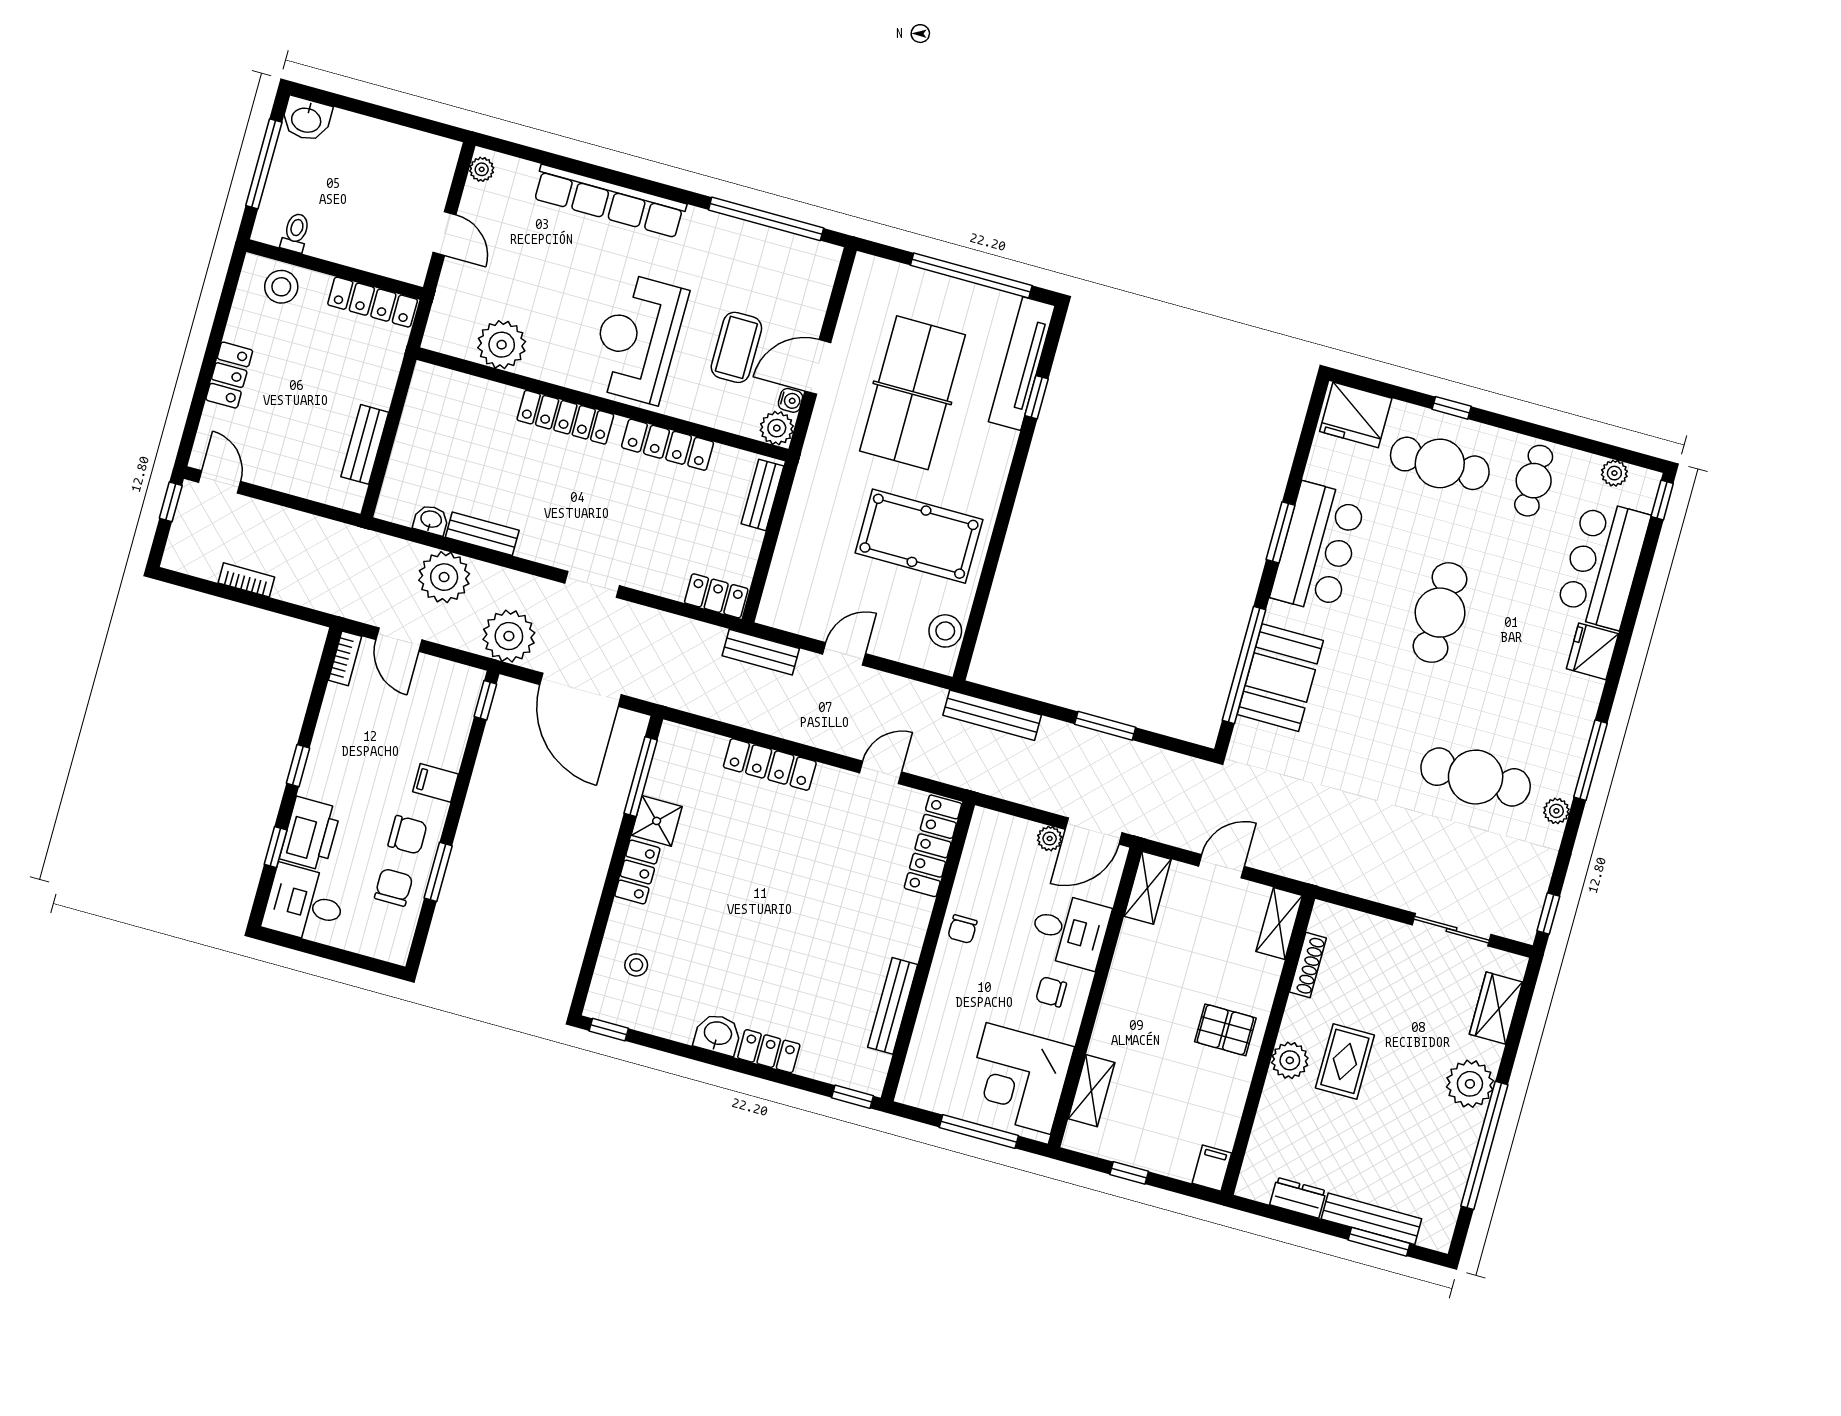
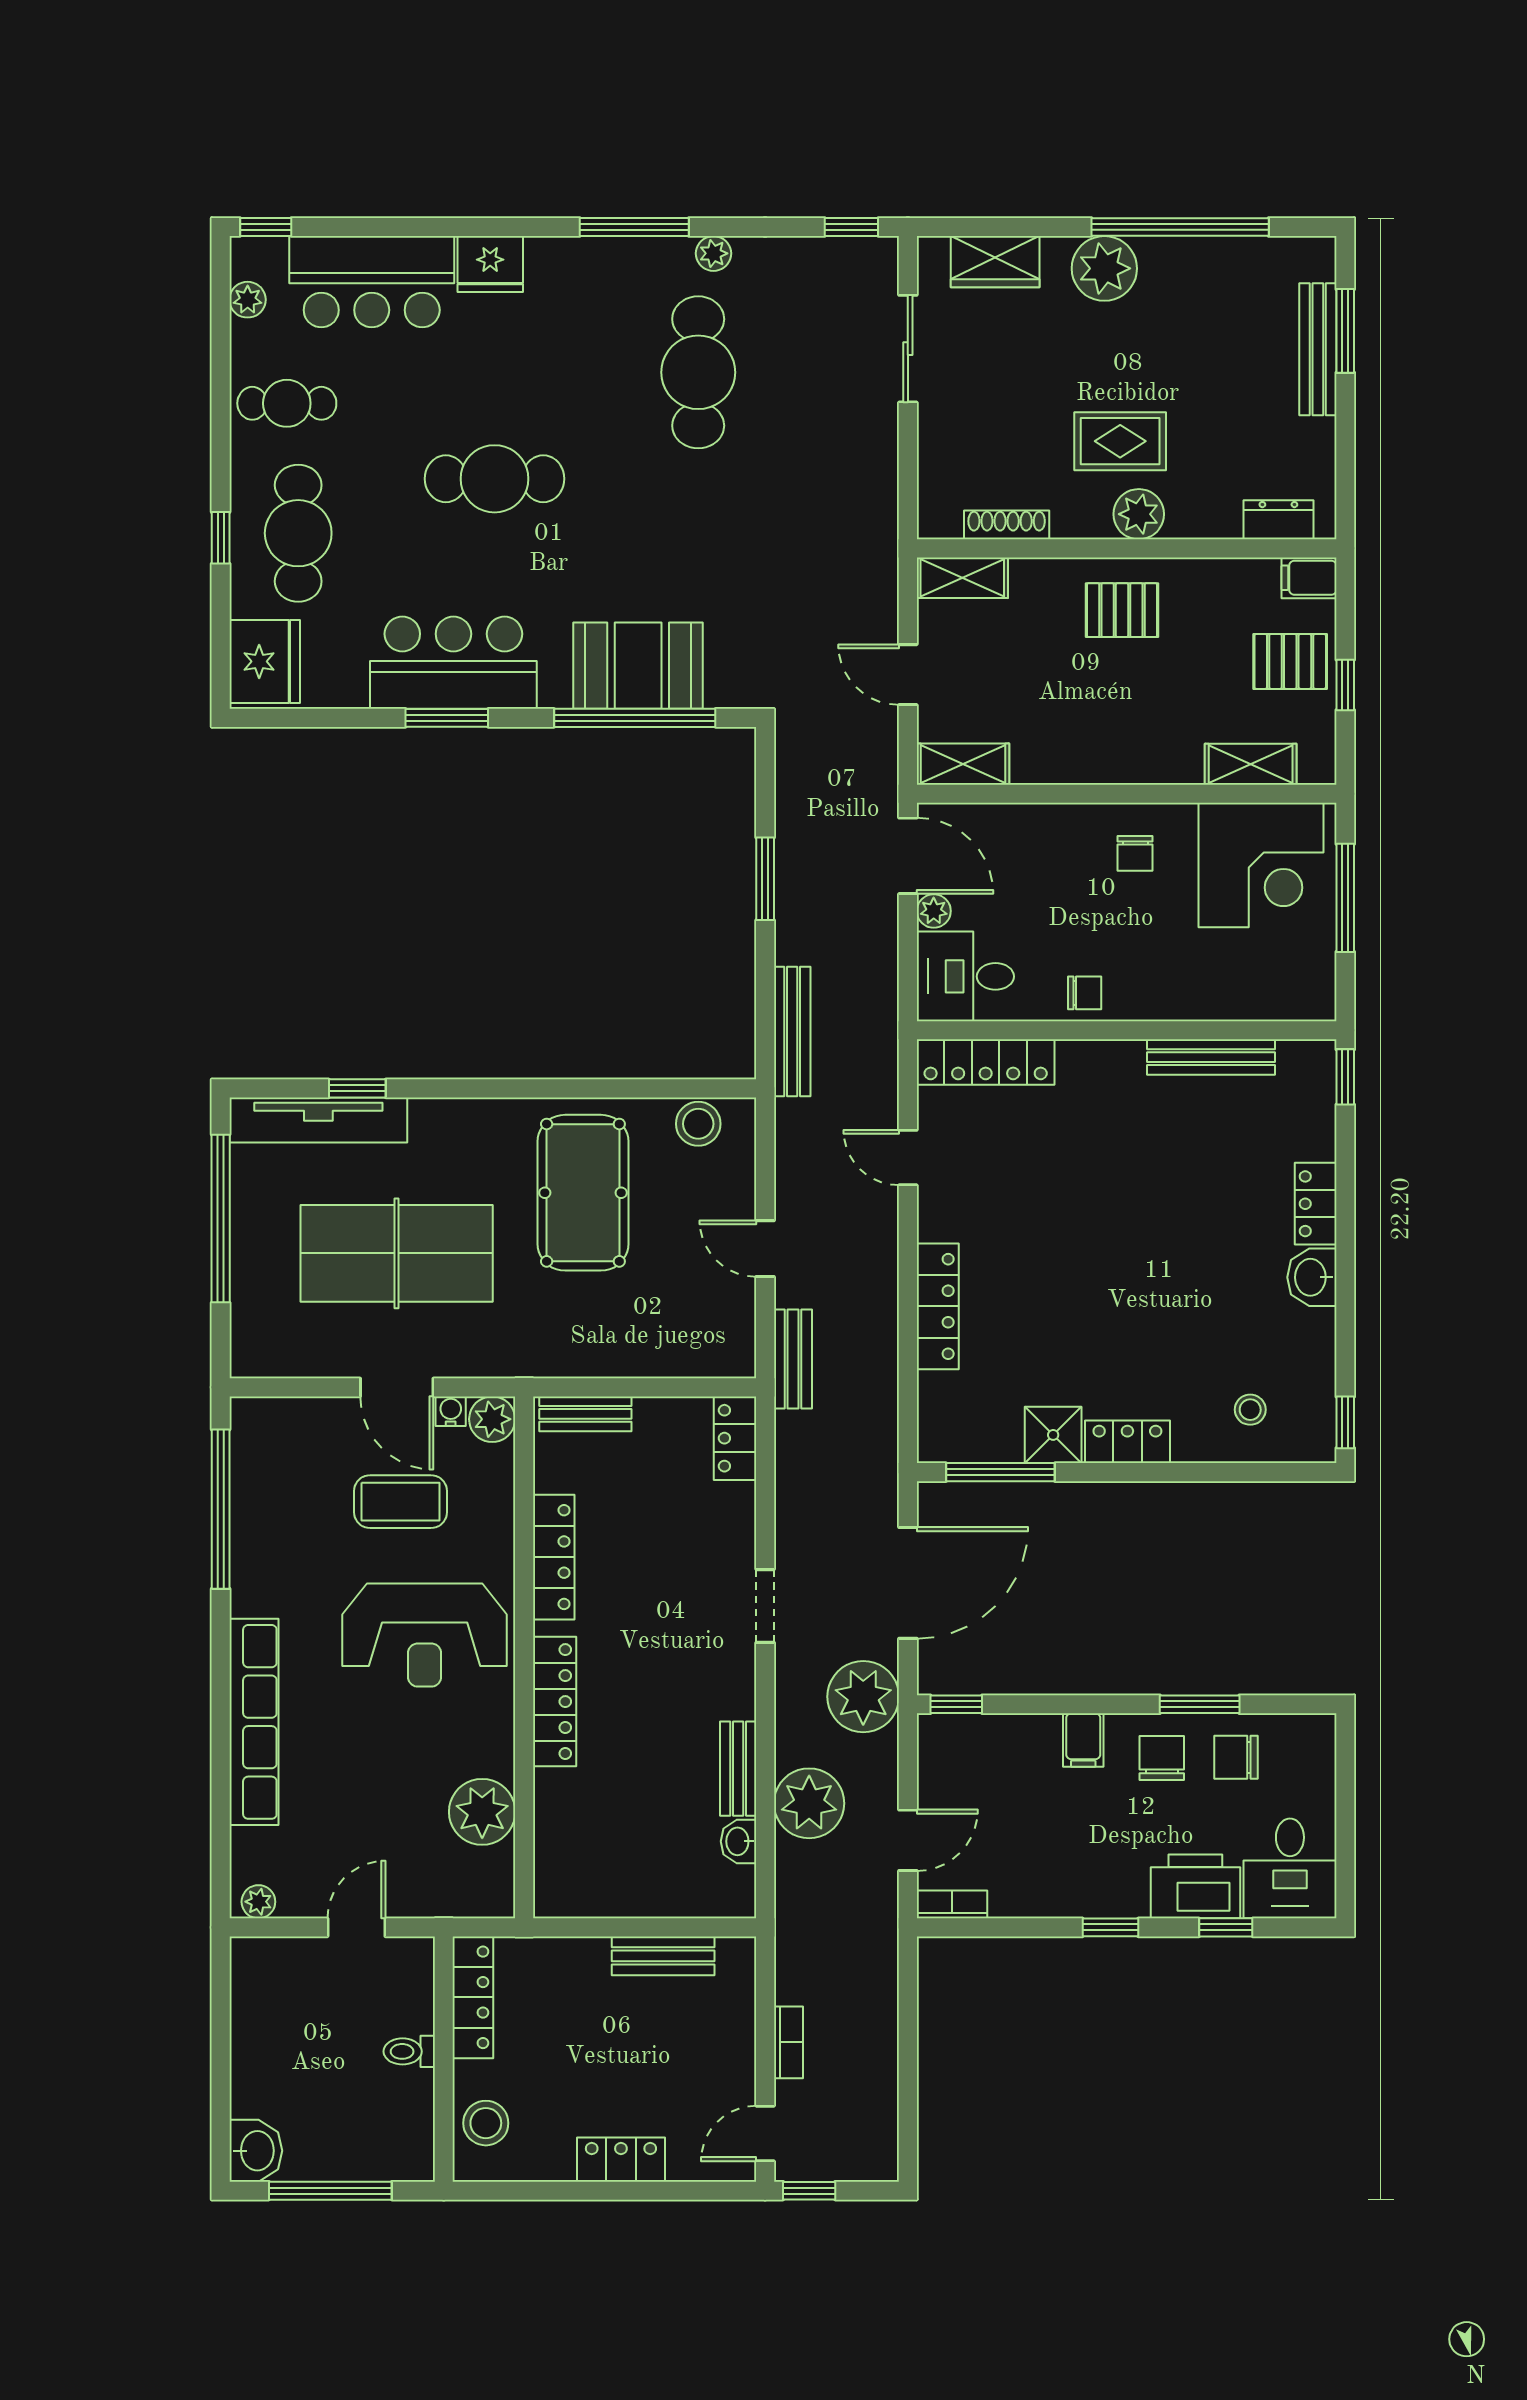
toilet: (296, 233) -> (409, 2051), moved
bookcase: (246, 580) -> (788, 2042), moved, turned 180
desk: (1070, 931) -> (965, 976), moved, turned -90
pallet: (1225, 1030) -> (1122, 610), turned 90
pallet: (1156, 1139) -> (1290, 661), added
dresser: (1298, 1198) -> (1278, 520), moved, turned 90

